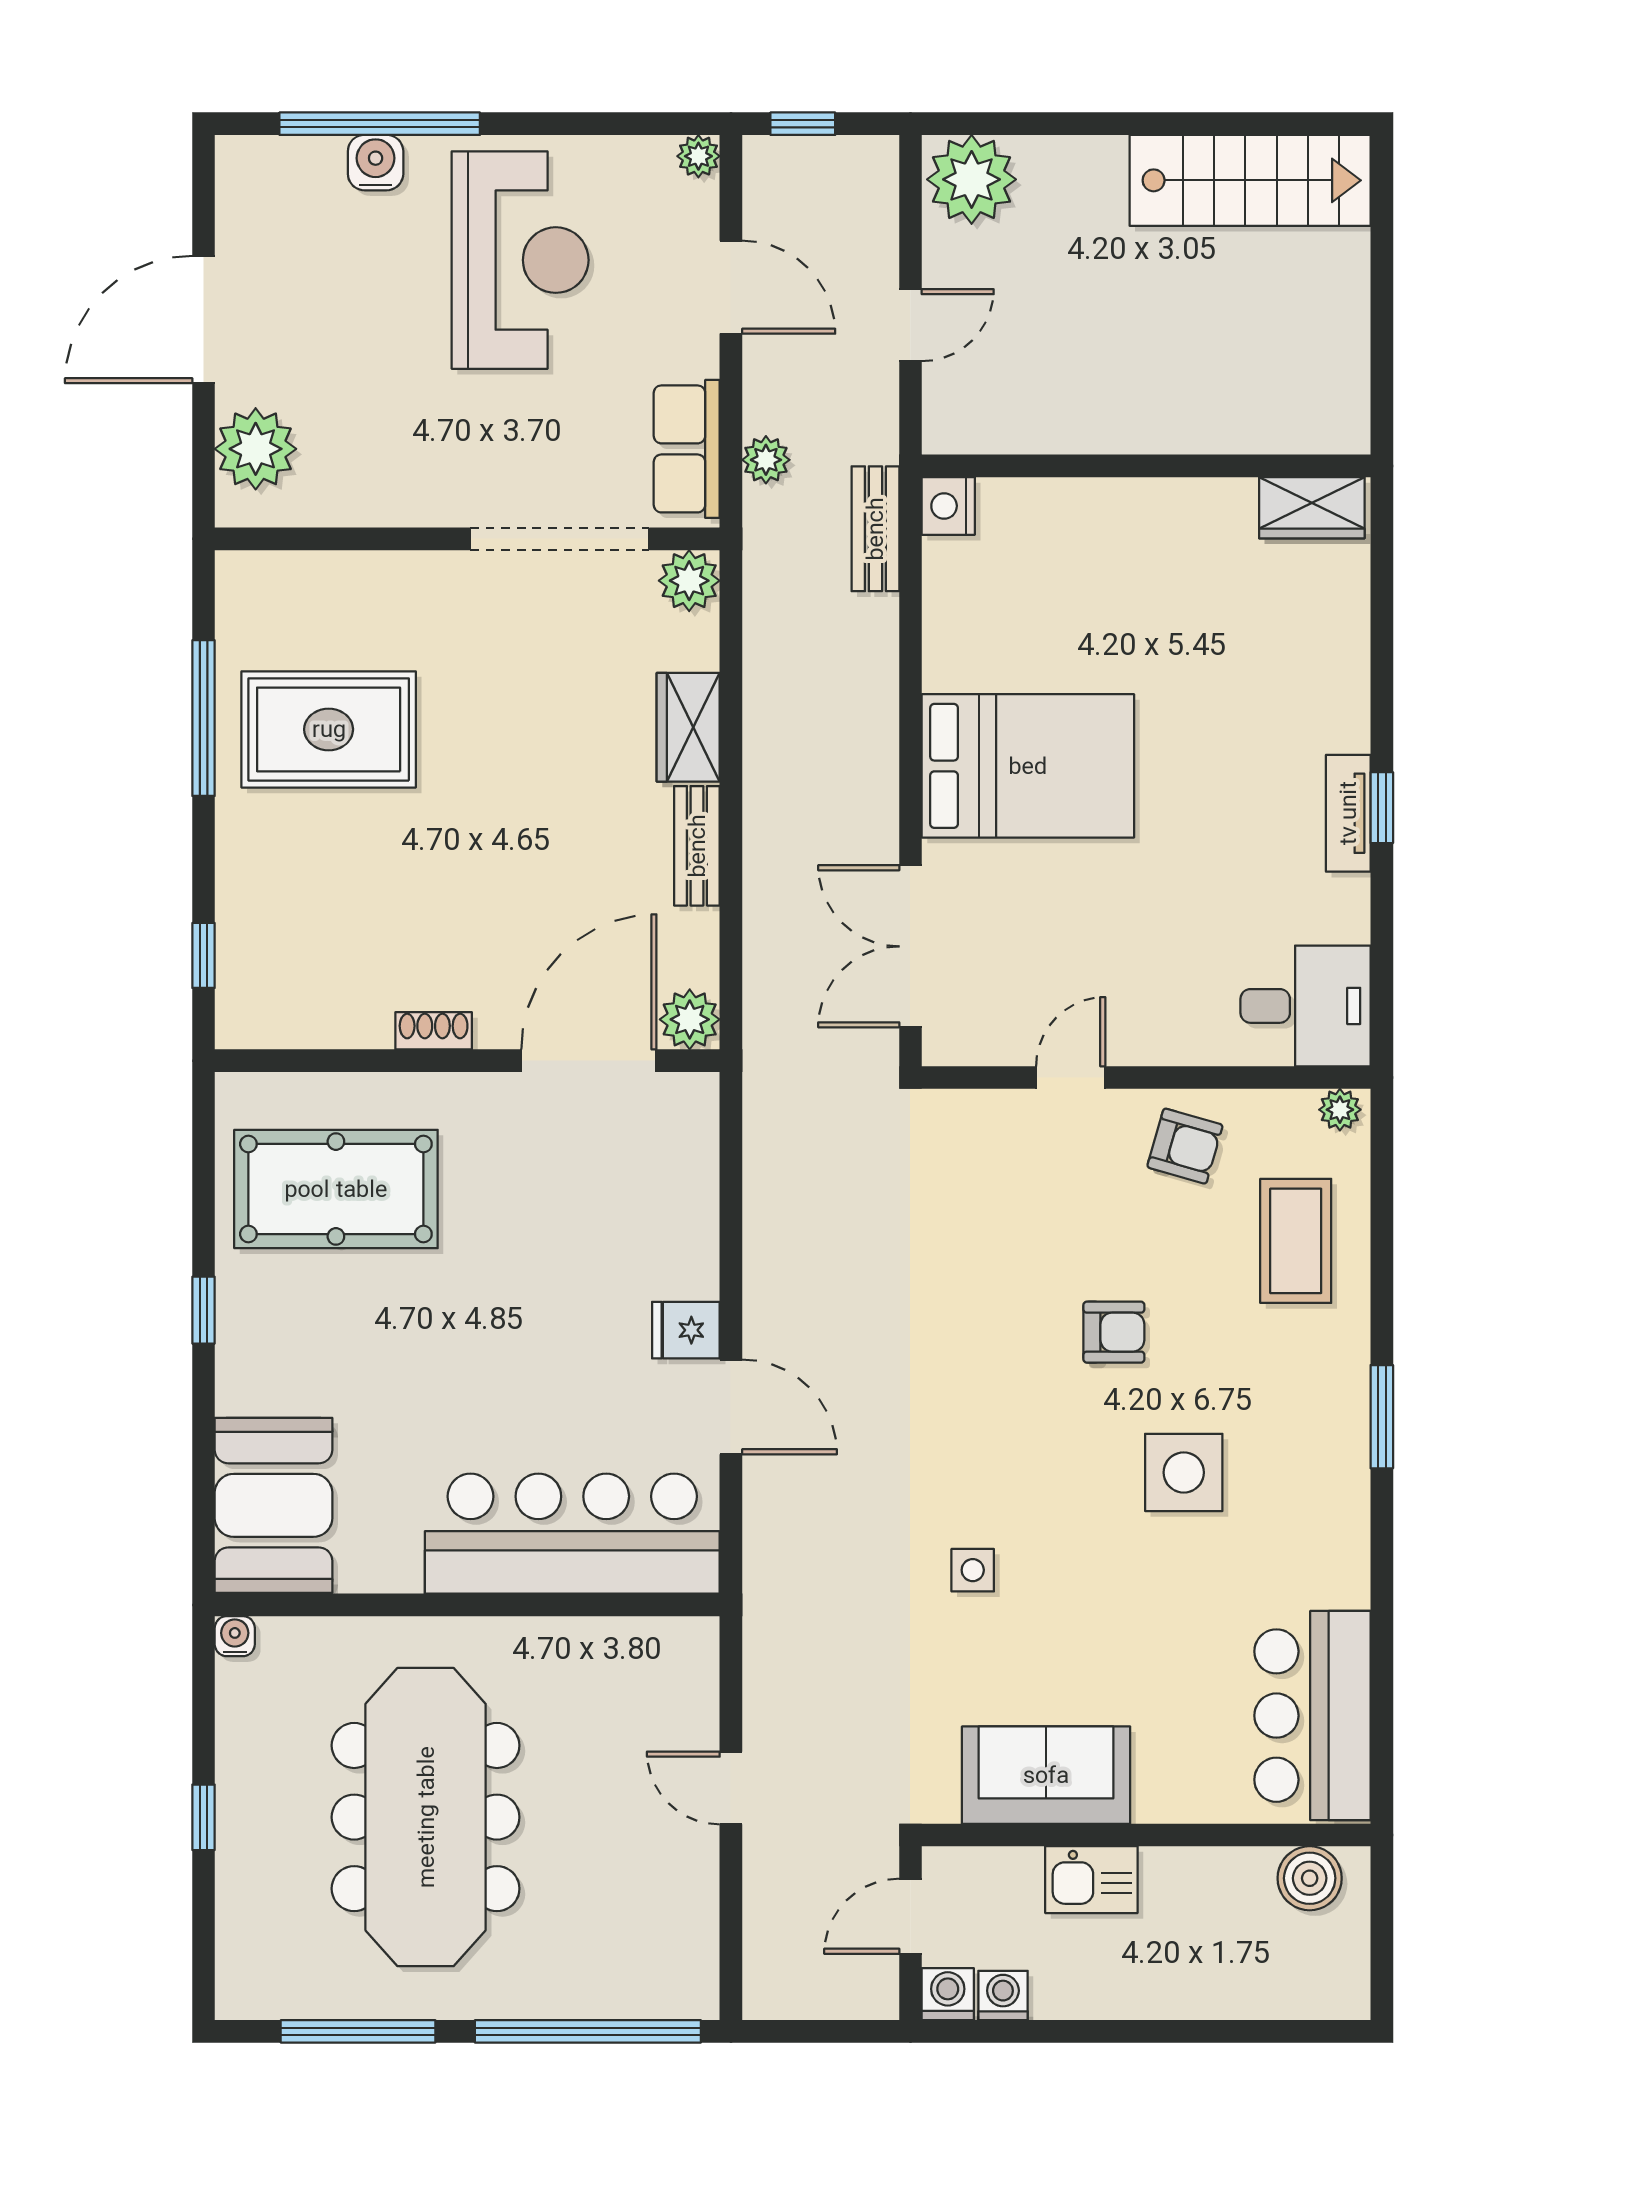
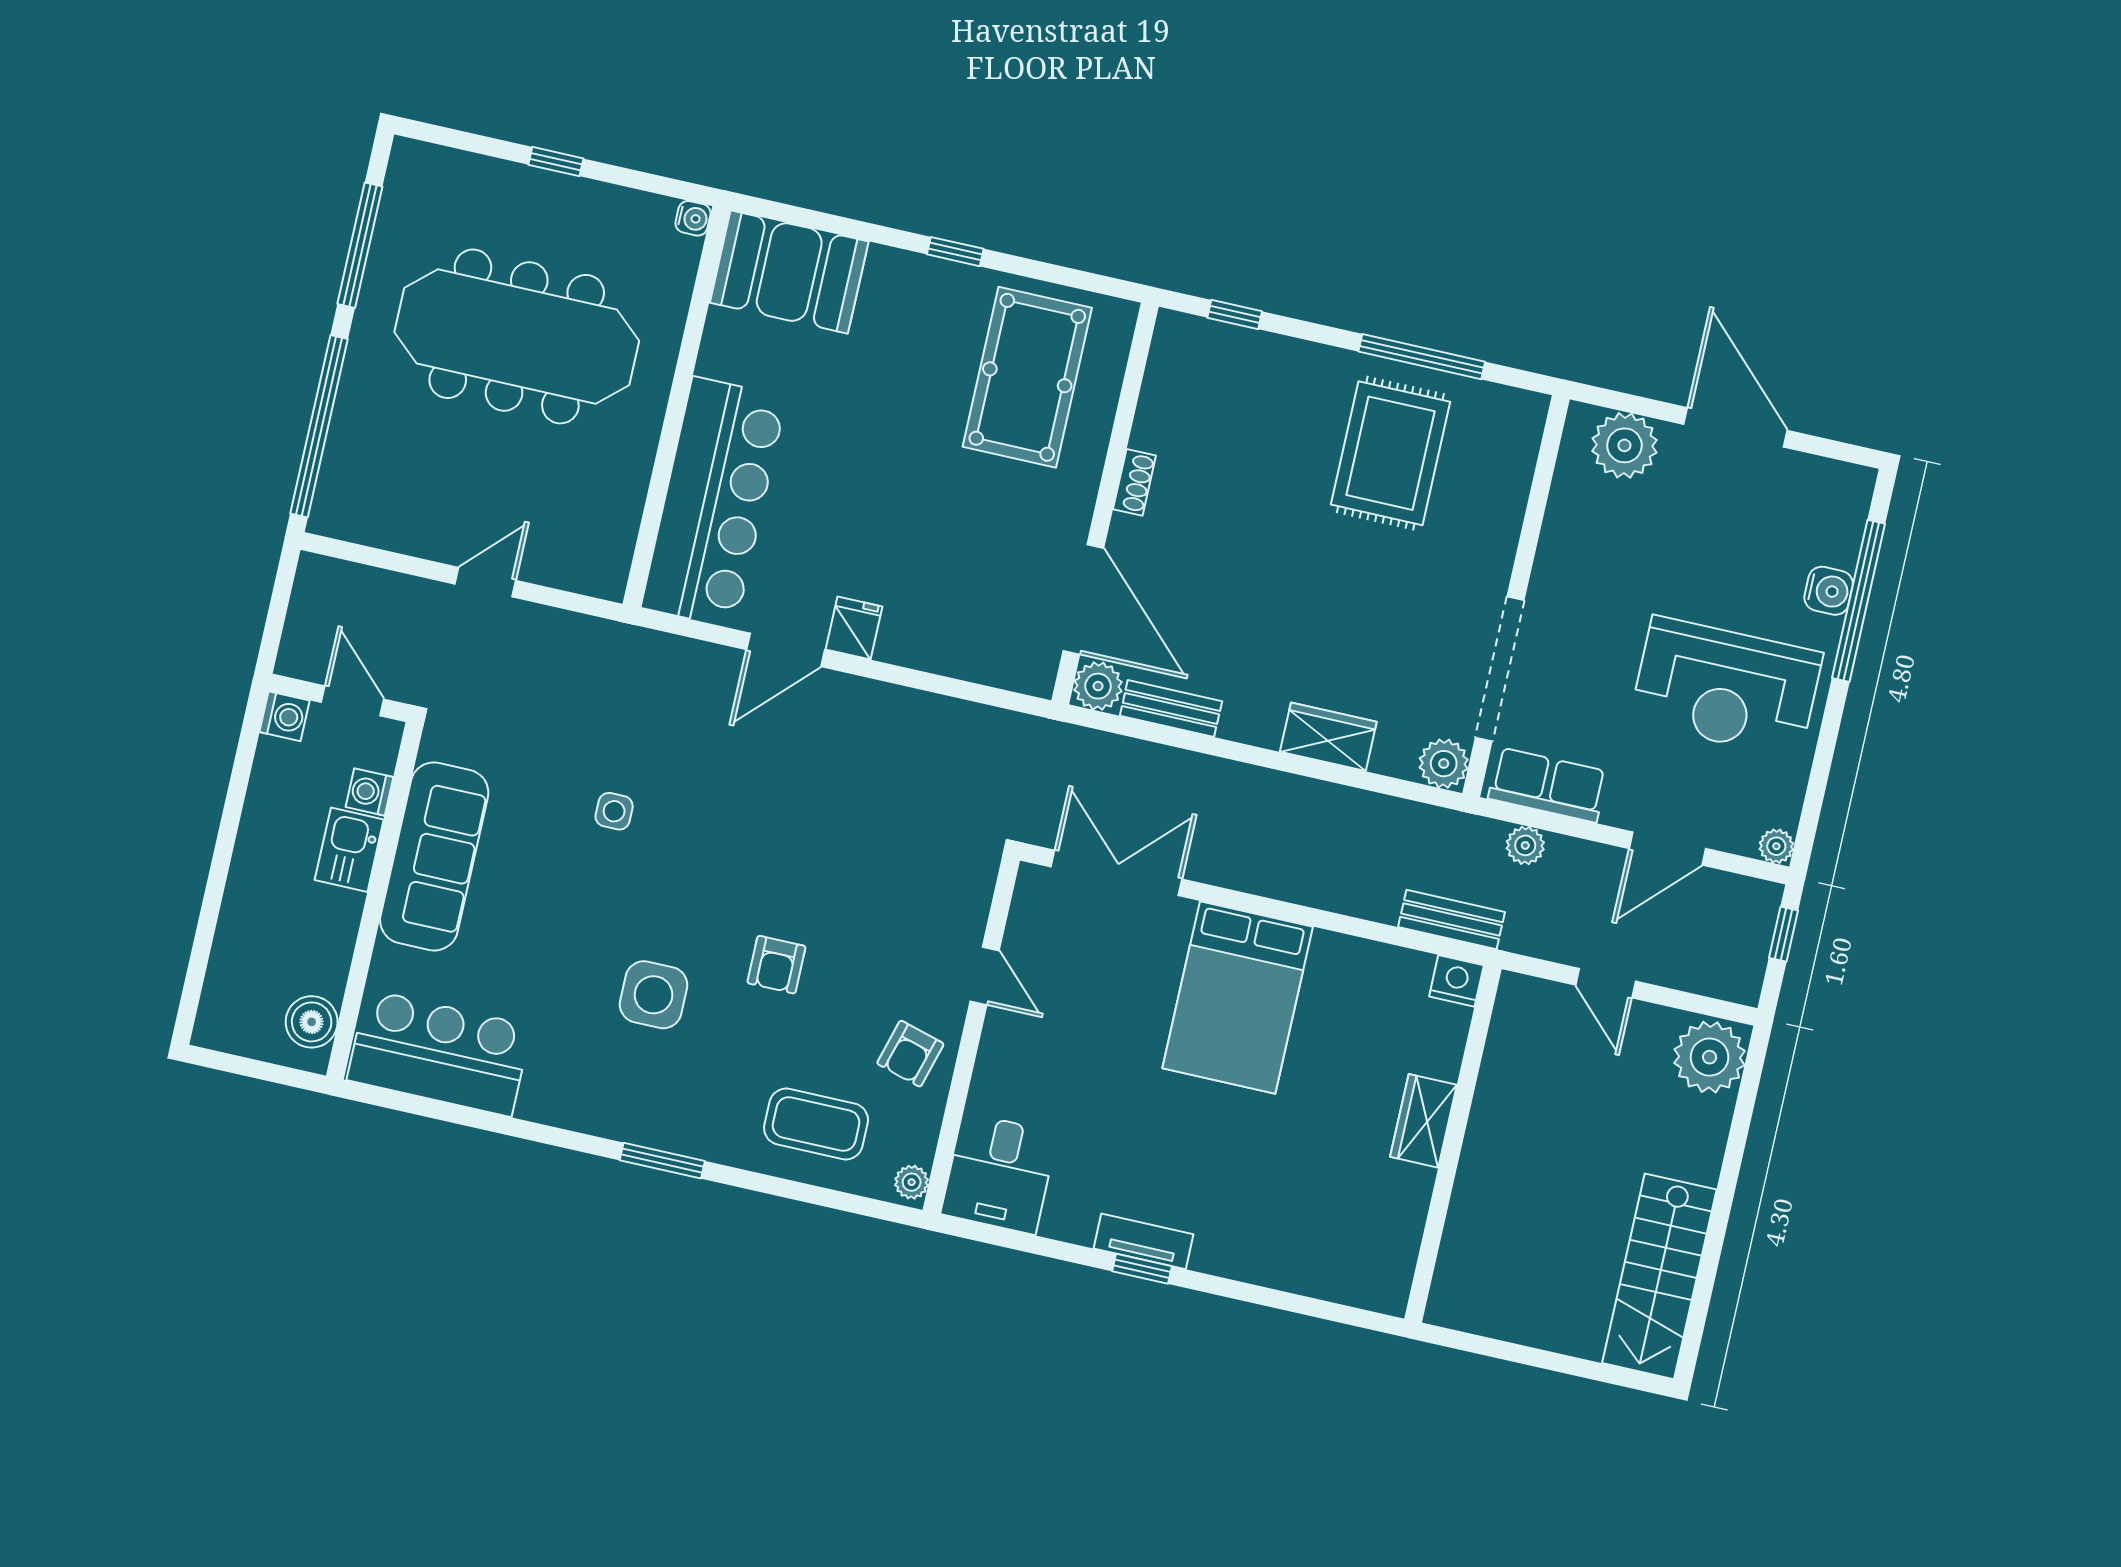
wardrobe: (1312, 508) -> (1423, 1121), moved
bench: (697, 846) -> (1171, 708), moved
sofa: (1046, 1775) -> (434, 856), width x1.36
washing machine: (1003, 1995) -> (369, 792), moved, turned 180

